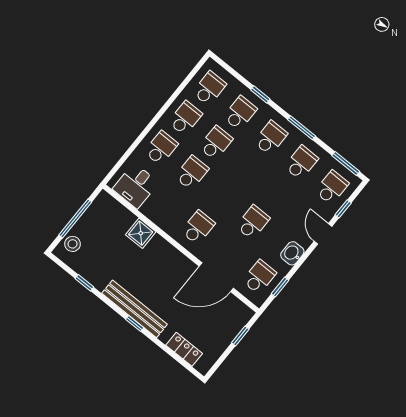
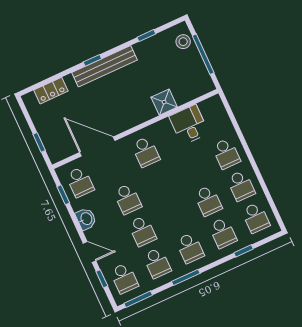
window: (260, 94) -> (243, 251), moved
school desk: (192, 173) -> (142, 231), moved
desk: (136, 186) -> (189, 125), moved
door: (216, 277) -> (97, 146), hinge flipped

